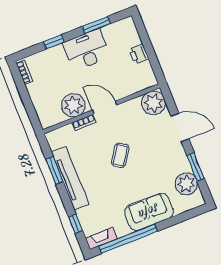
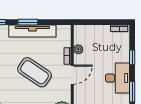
plant: (73, 105) -> (78, 49), width x0.53, depth x0.53
coffee table: (120, 155) -> (34, 72), width x1.86, depth x1.72
window: (54, 171) -> (28, 22), moved

